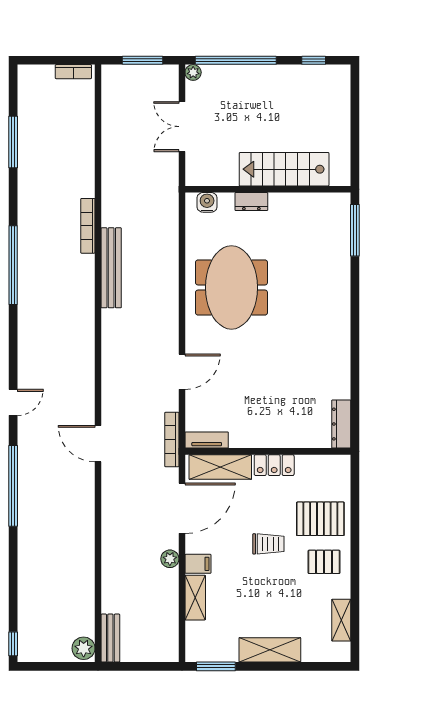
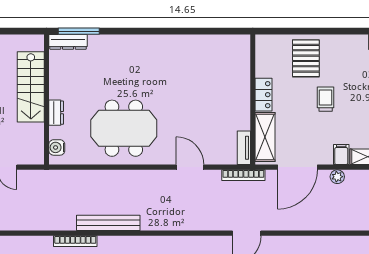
dresser: (341, 424) -> (68, 42), moved
door: (182, 508) -> (298, 167), swing flipped
pallet: (324, 562) -> (340, 55), removed

